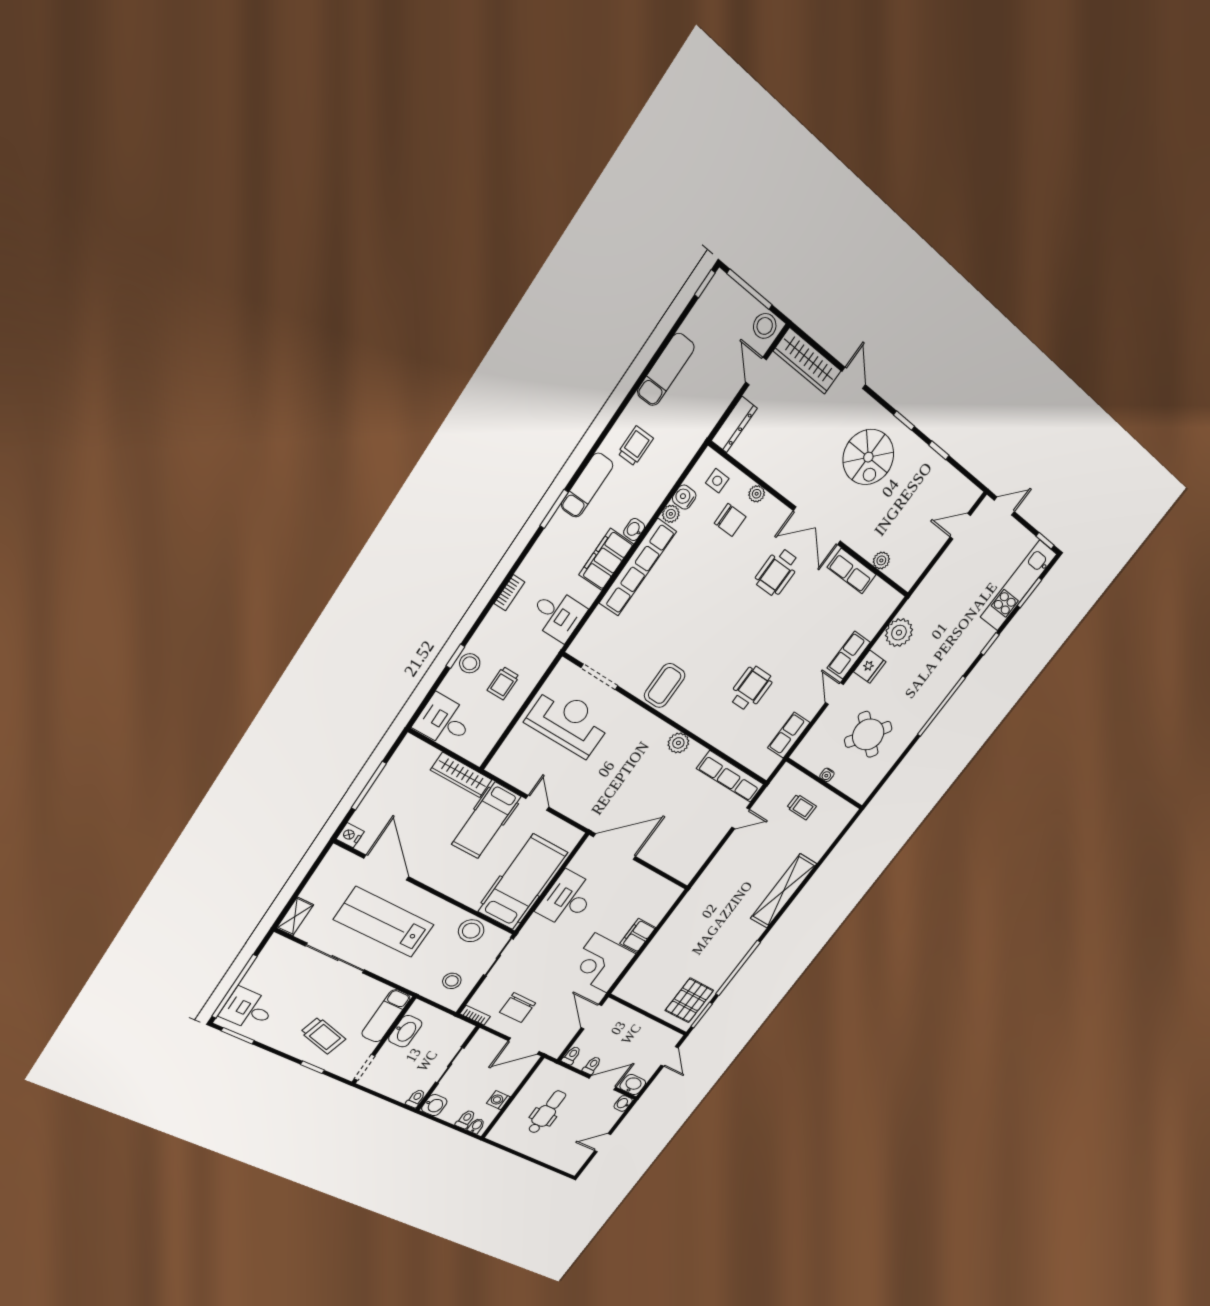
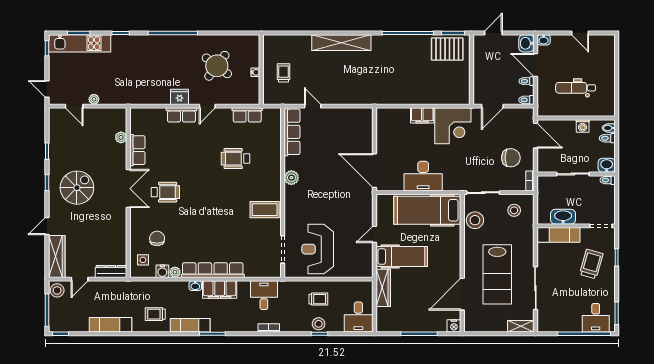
plant: (757, 494) -> (135, 234), removed
plant: (899, 633) -> (94, 99), moved, width x0.53, depth x0.53

